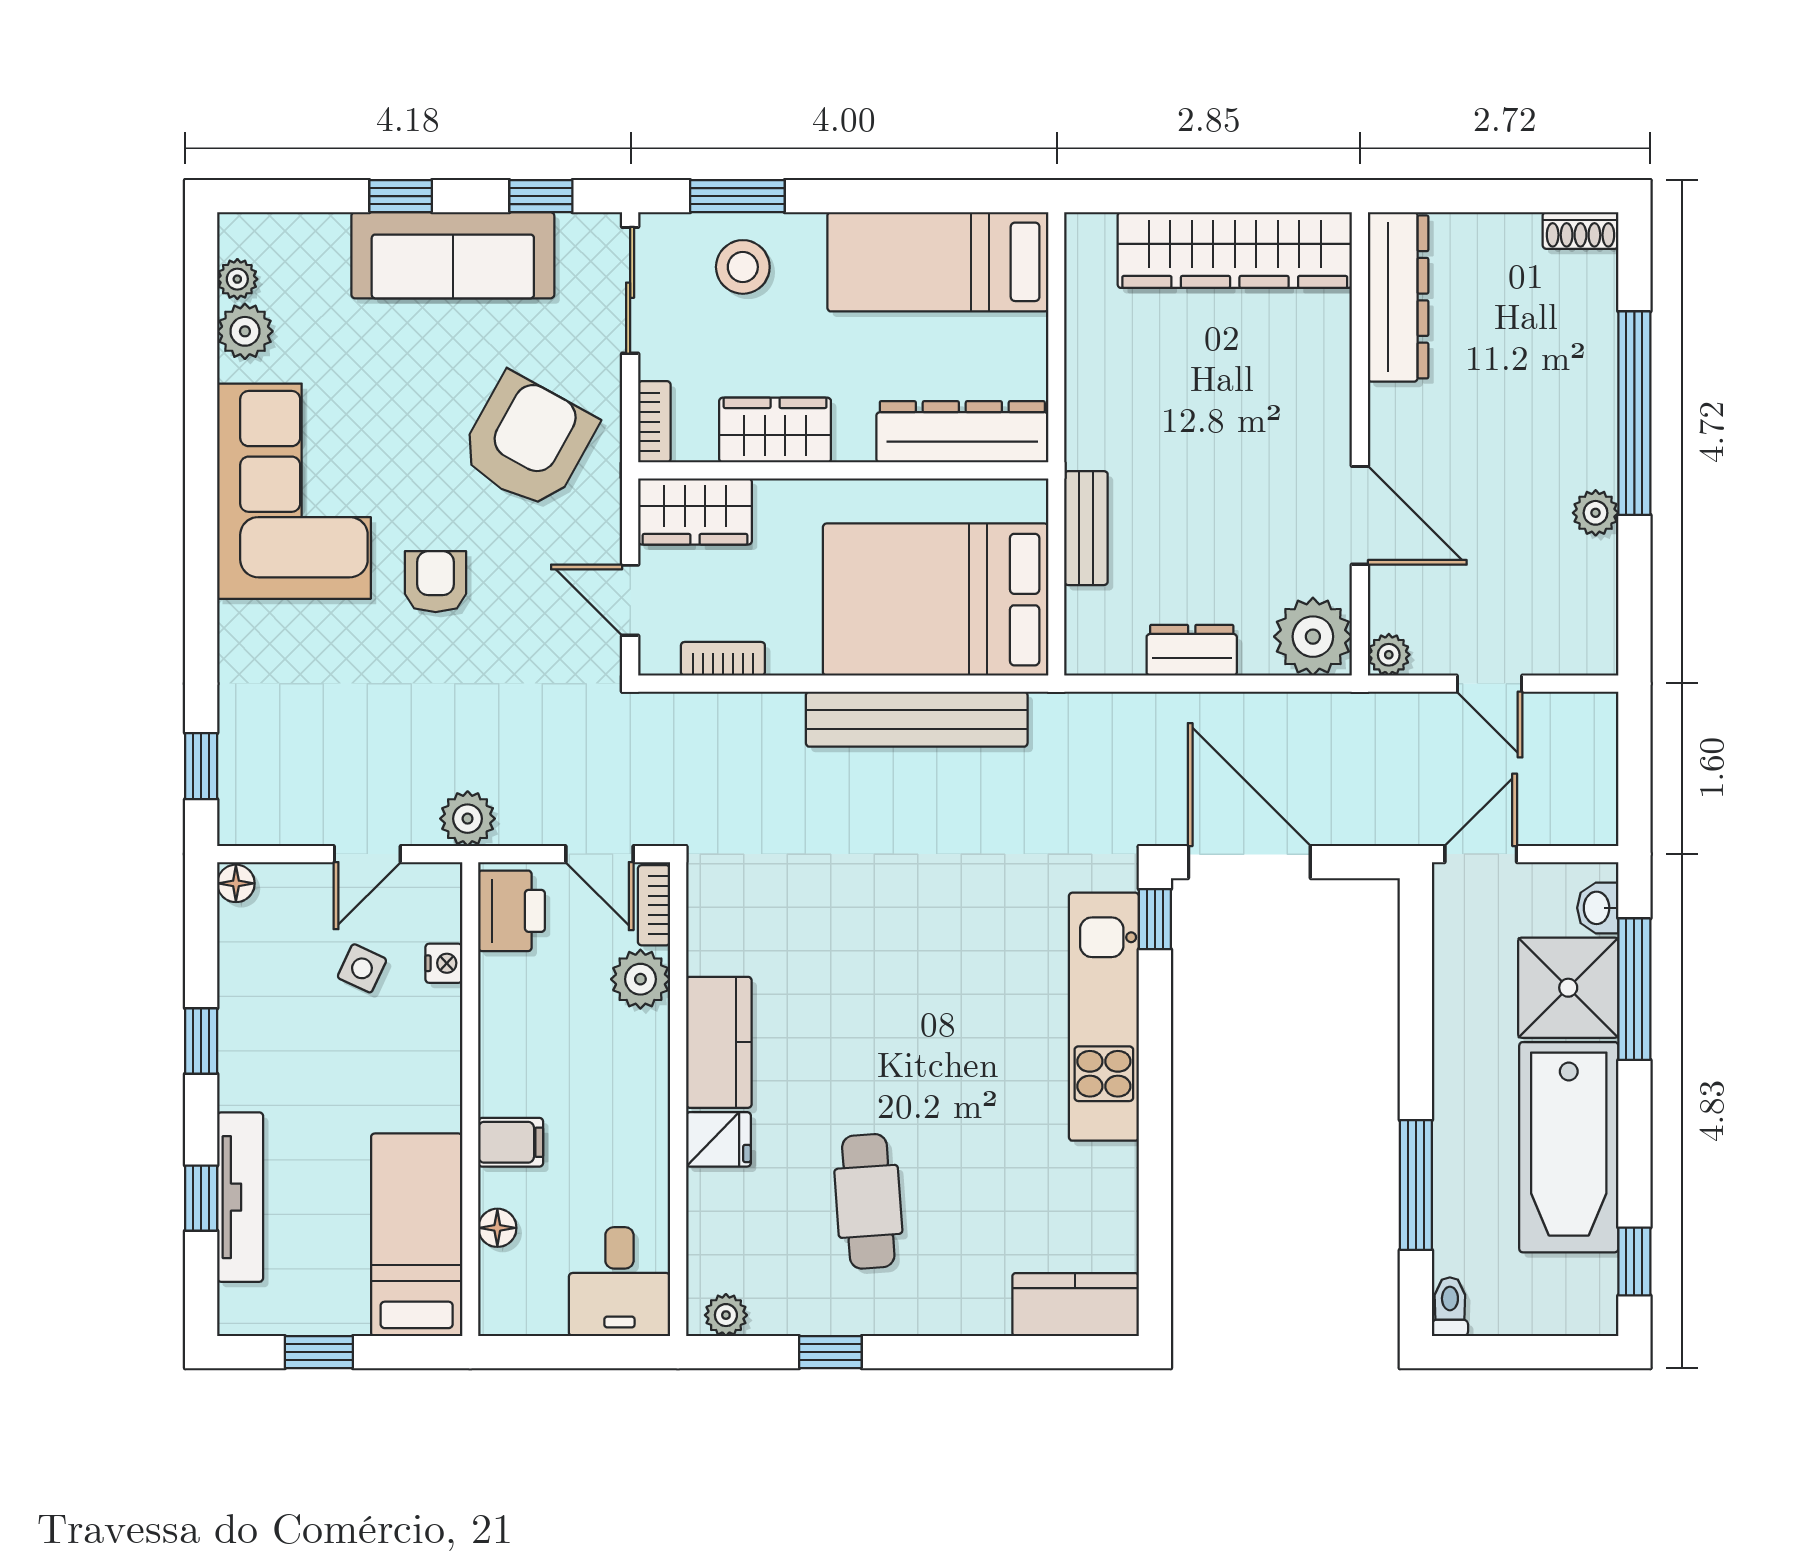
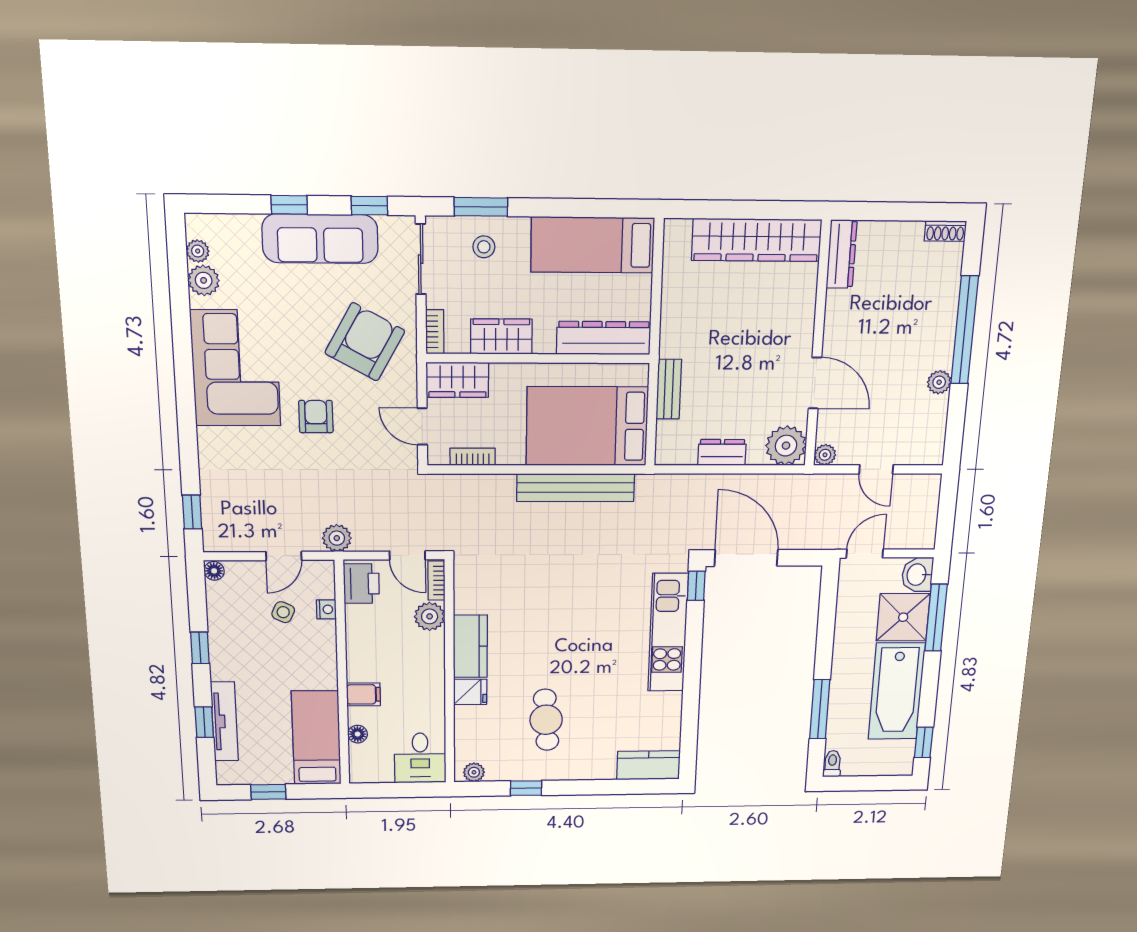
stool: (743, 267) -> (484, 247), width x0.73, depth x0.73
dresser: (1398, 297) -> (841, 254), width x0.73, depth x0.80
washbasin: (1598, 908) -> (917, 575), width x1.38, depth x1.45

